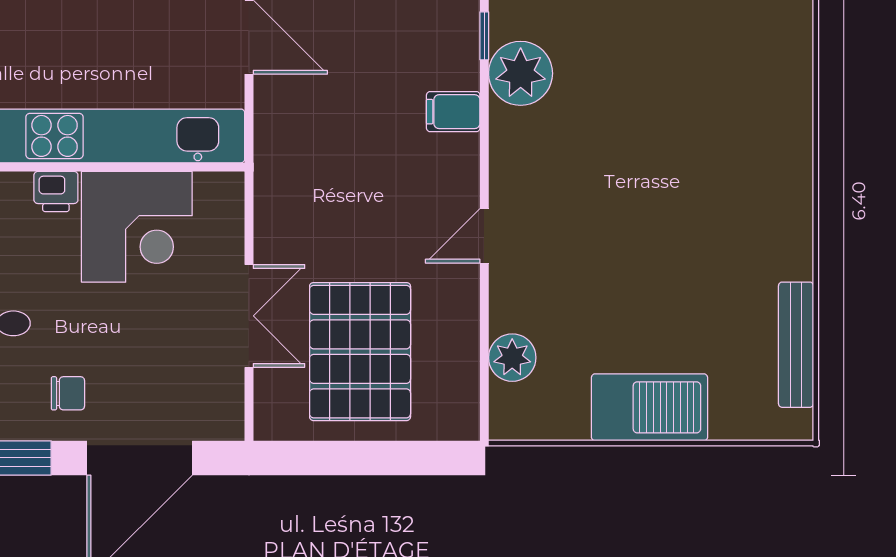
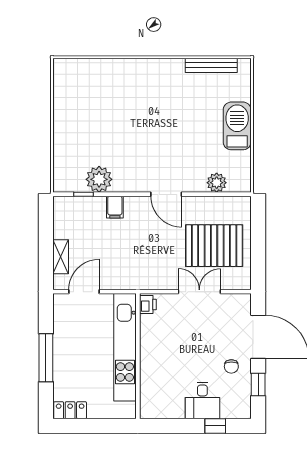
printer: (56, 191) -> (148, 304), moved
corner desk: (137, 227) -> (162, 338), removed
door: (484, 236) -> (166, 194), width x1.38
chair: (68, 393) -> (231, 366), turned 180

